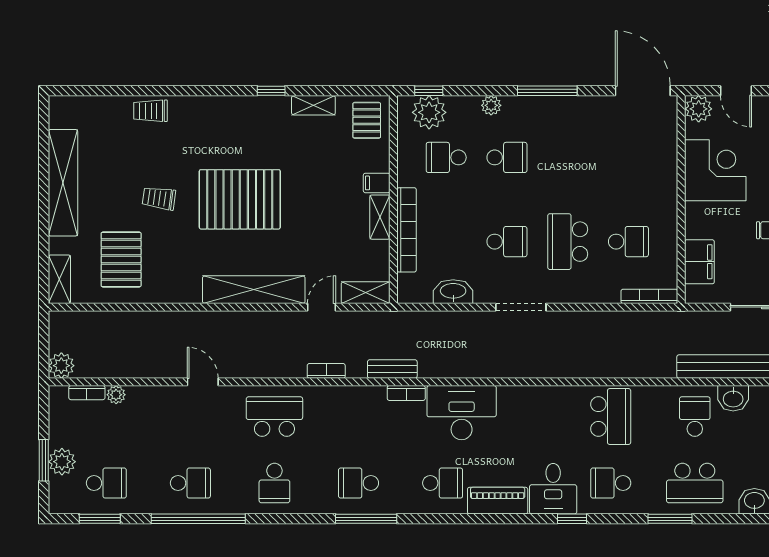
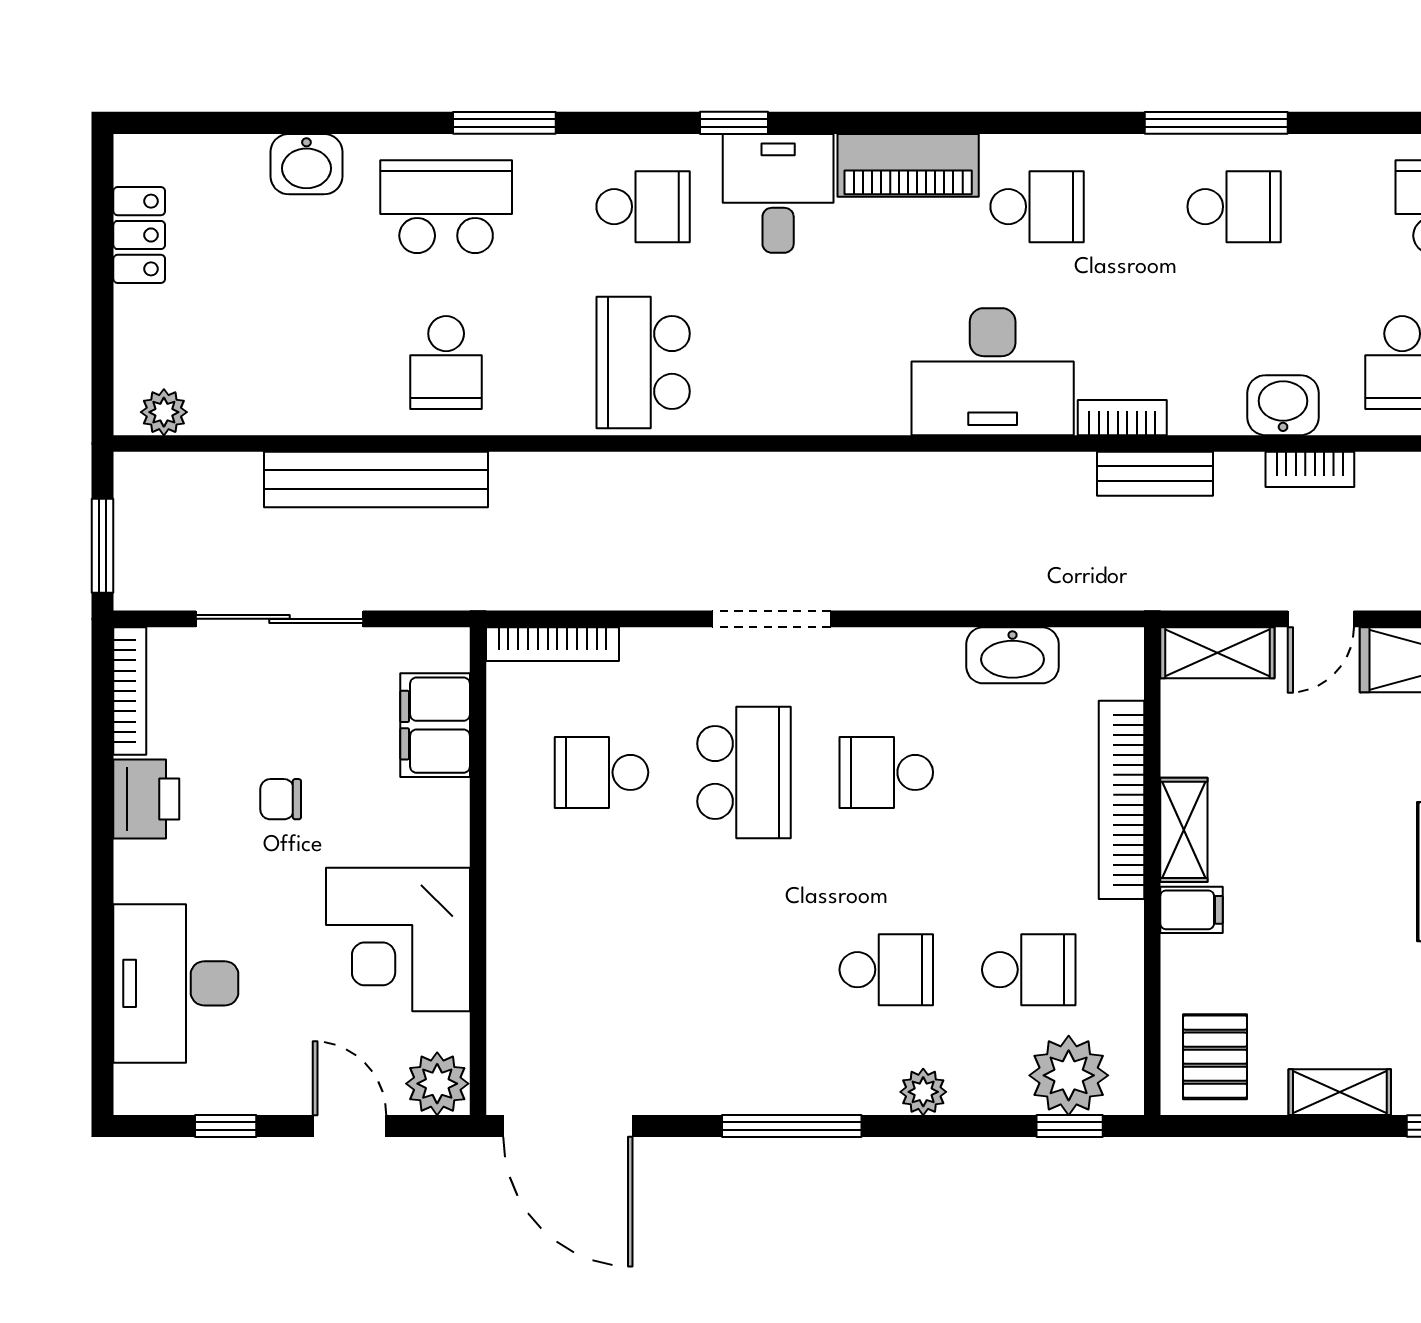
school desk: (507, 157) -> (886, 970), turned 180
doorway: (521, 307) -> (771, 619), moved
washbasin: (733, 398) -> (1283, 405), moved
school desk: (443, 483) -> (1037, 207), turned 180

